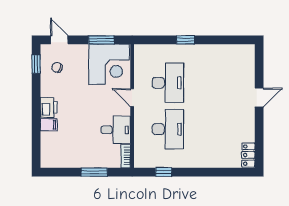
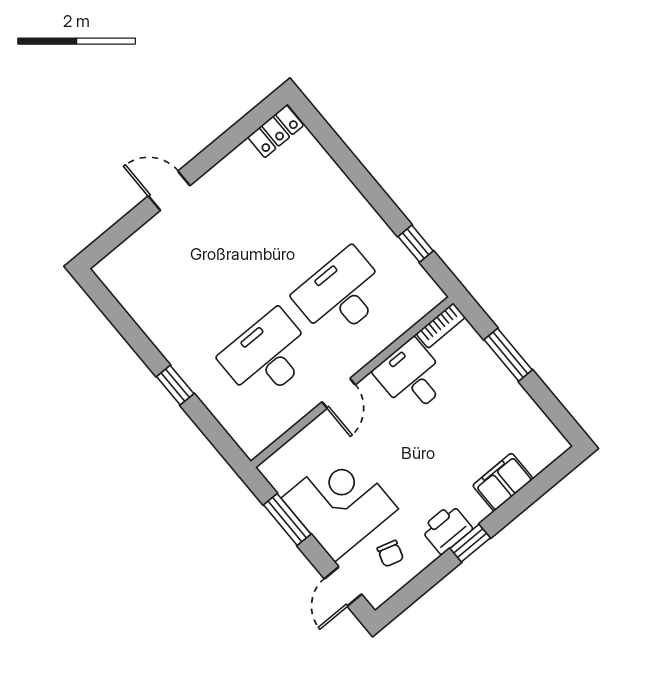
window: (36, 64) -> (470, 543), moved
corner desk: (109, 64) -> (340, 503), moved
printer: (49, 107) -> (447, 529), moved
filing cabinet: (49, 125) -> (503, 482), width x2.00

